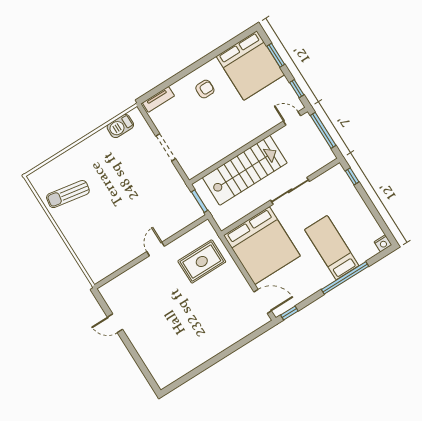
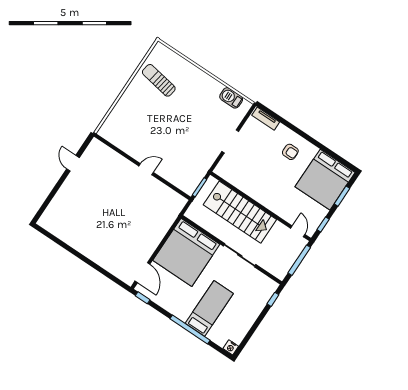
rug: (202, 261) -> (153, 210), removed

